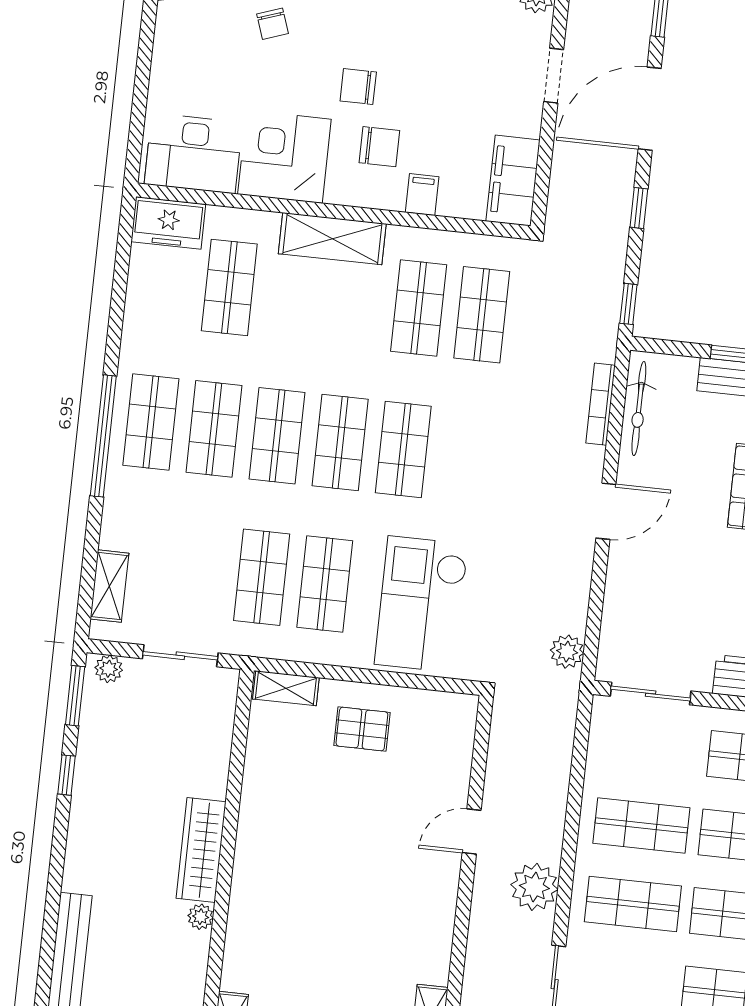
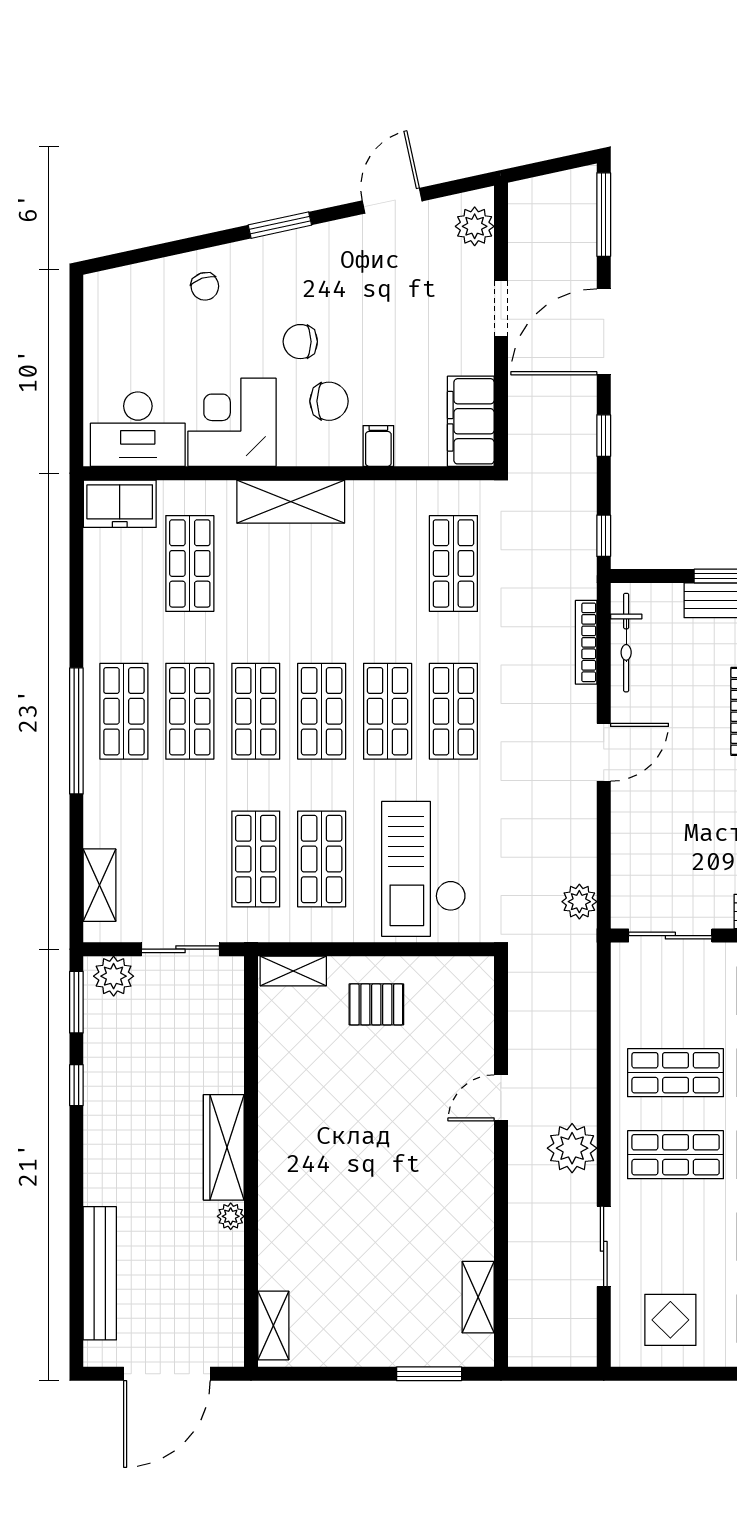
shop shelf: (419, 308) -> (453, 711), moved
plant: (109, 669) -> (114, 976), width x1.38, depth x1.38

